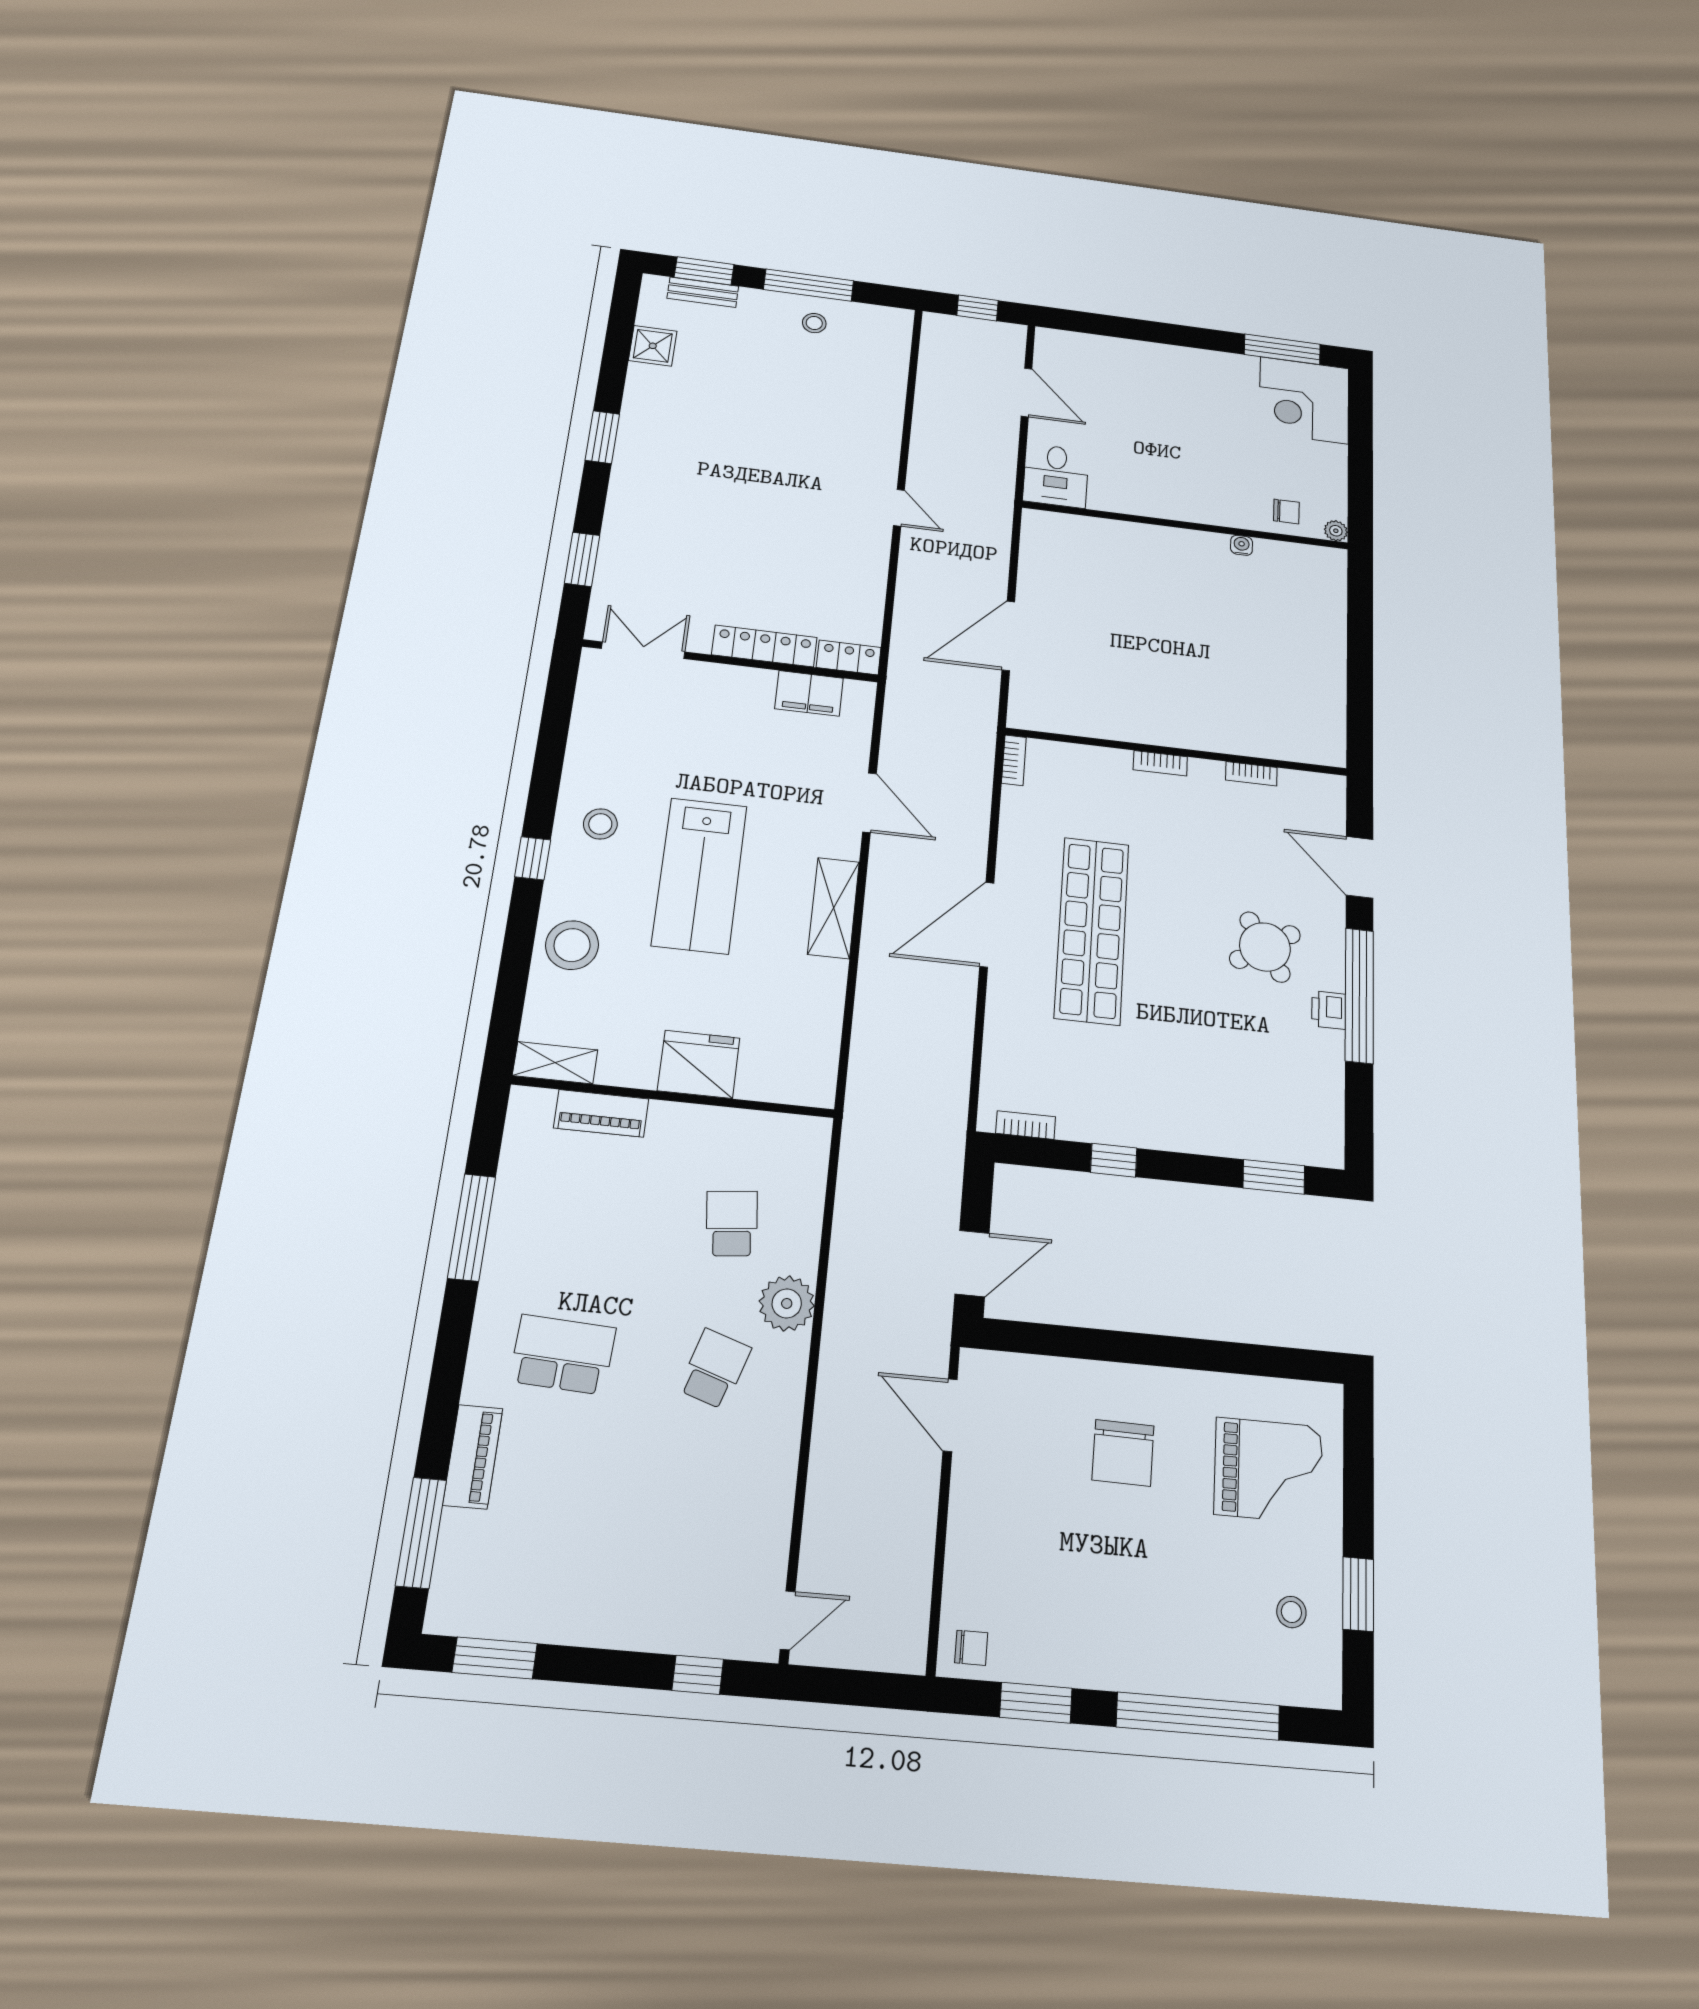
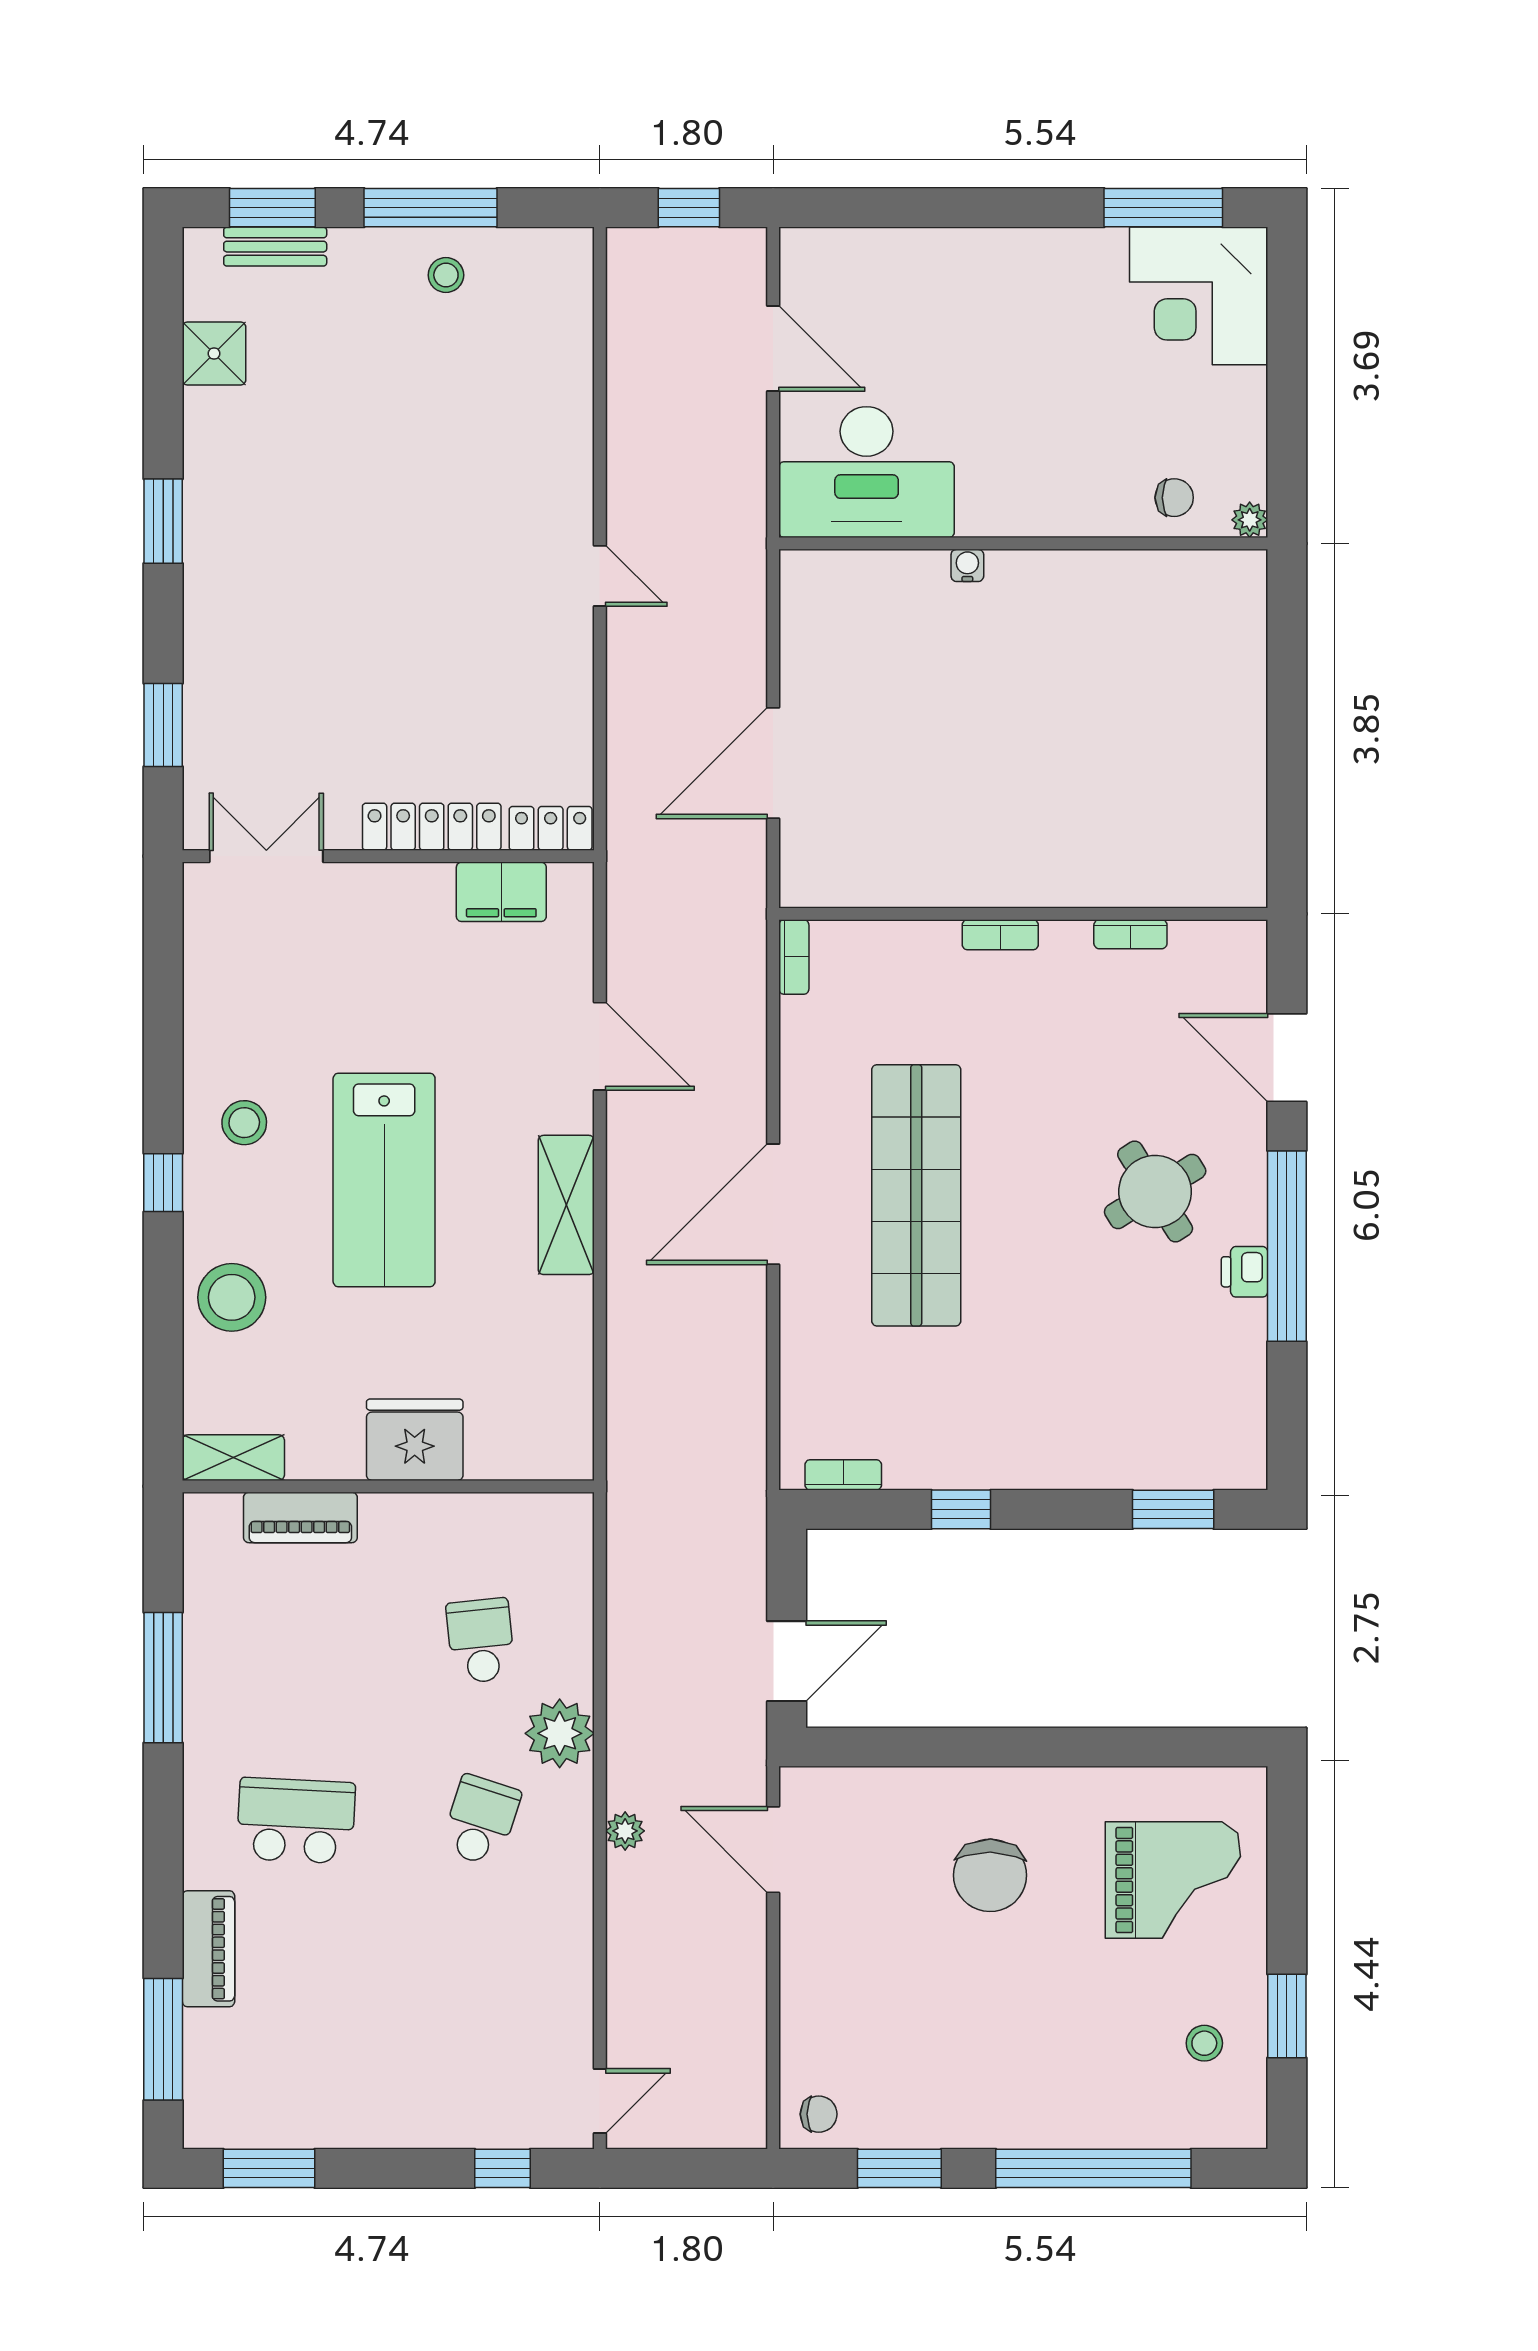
desk: (1056, 476) -> (867, 472), width x1.87, depth x1.30
water cooler: (1242, 545) -> (967, 565), moved
plant: (831, 1388) -> (625, 1831), added

